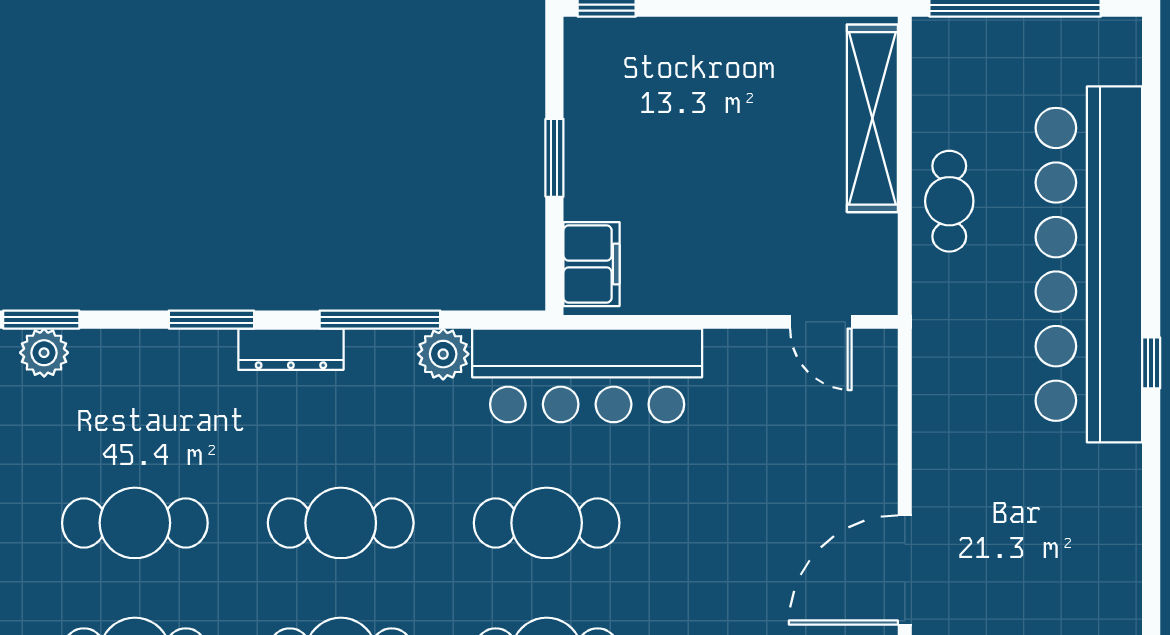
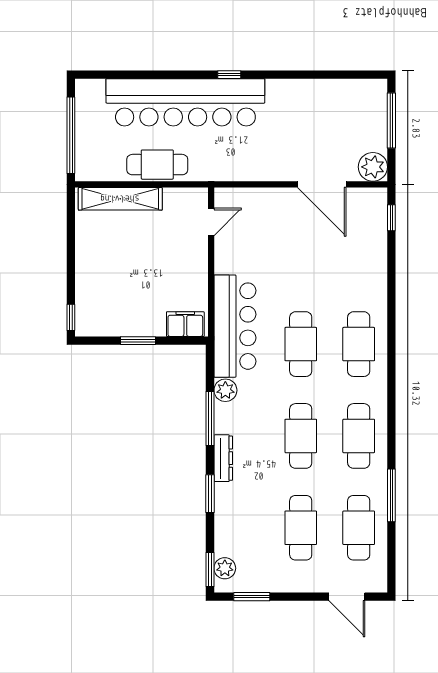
cafe table: (949, 201) -> (157, 165), width x1.37, depth x1.35

